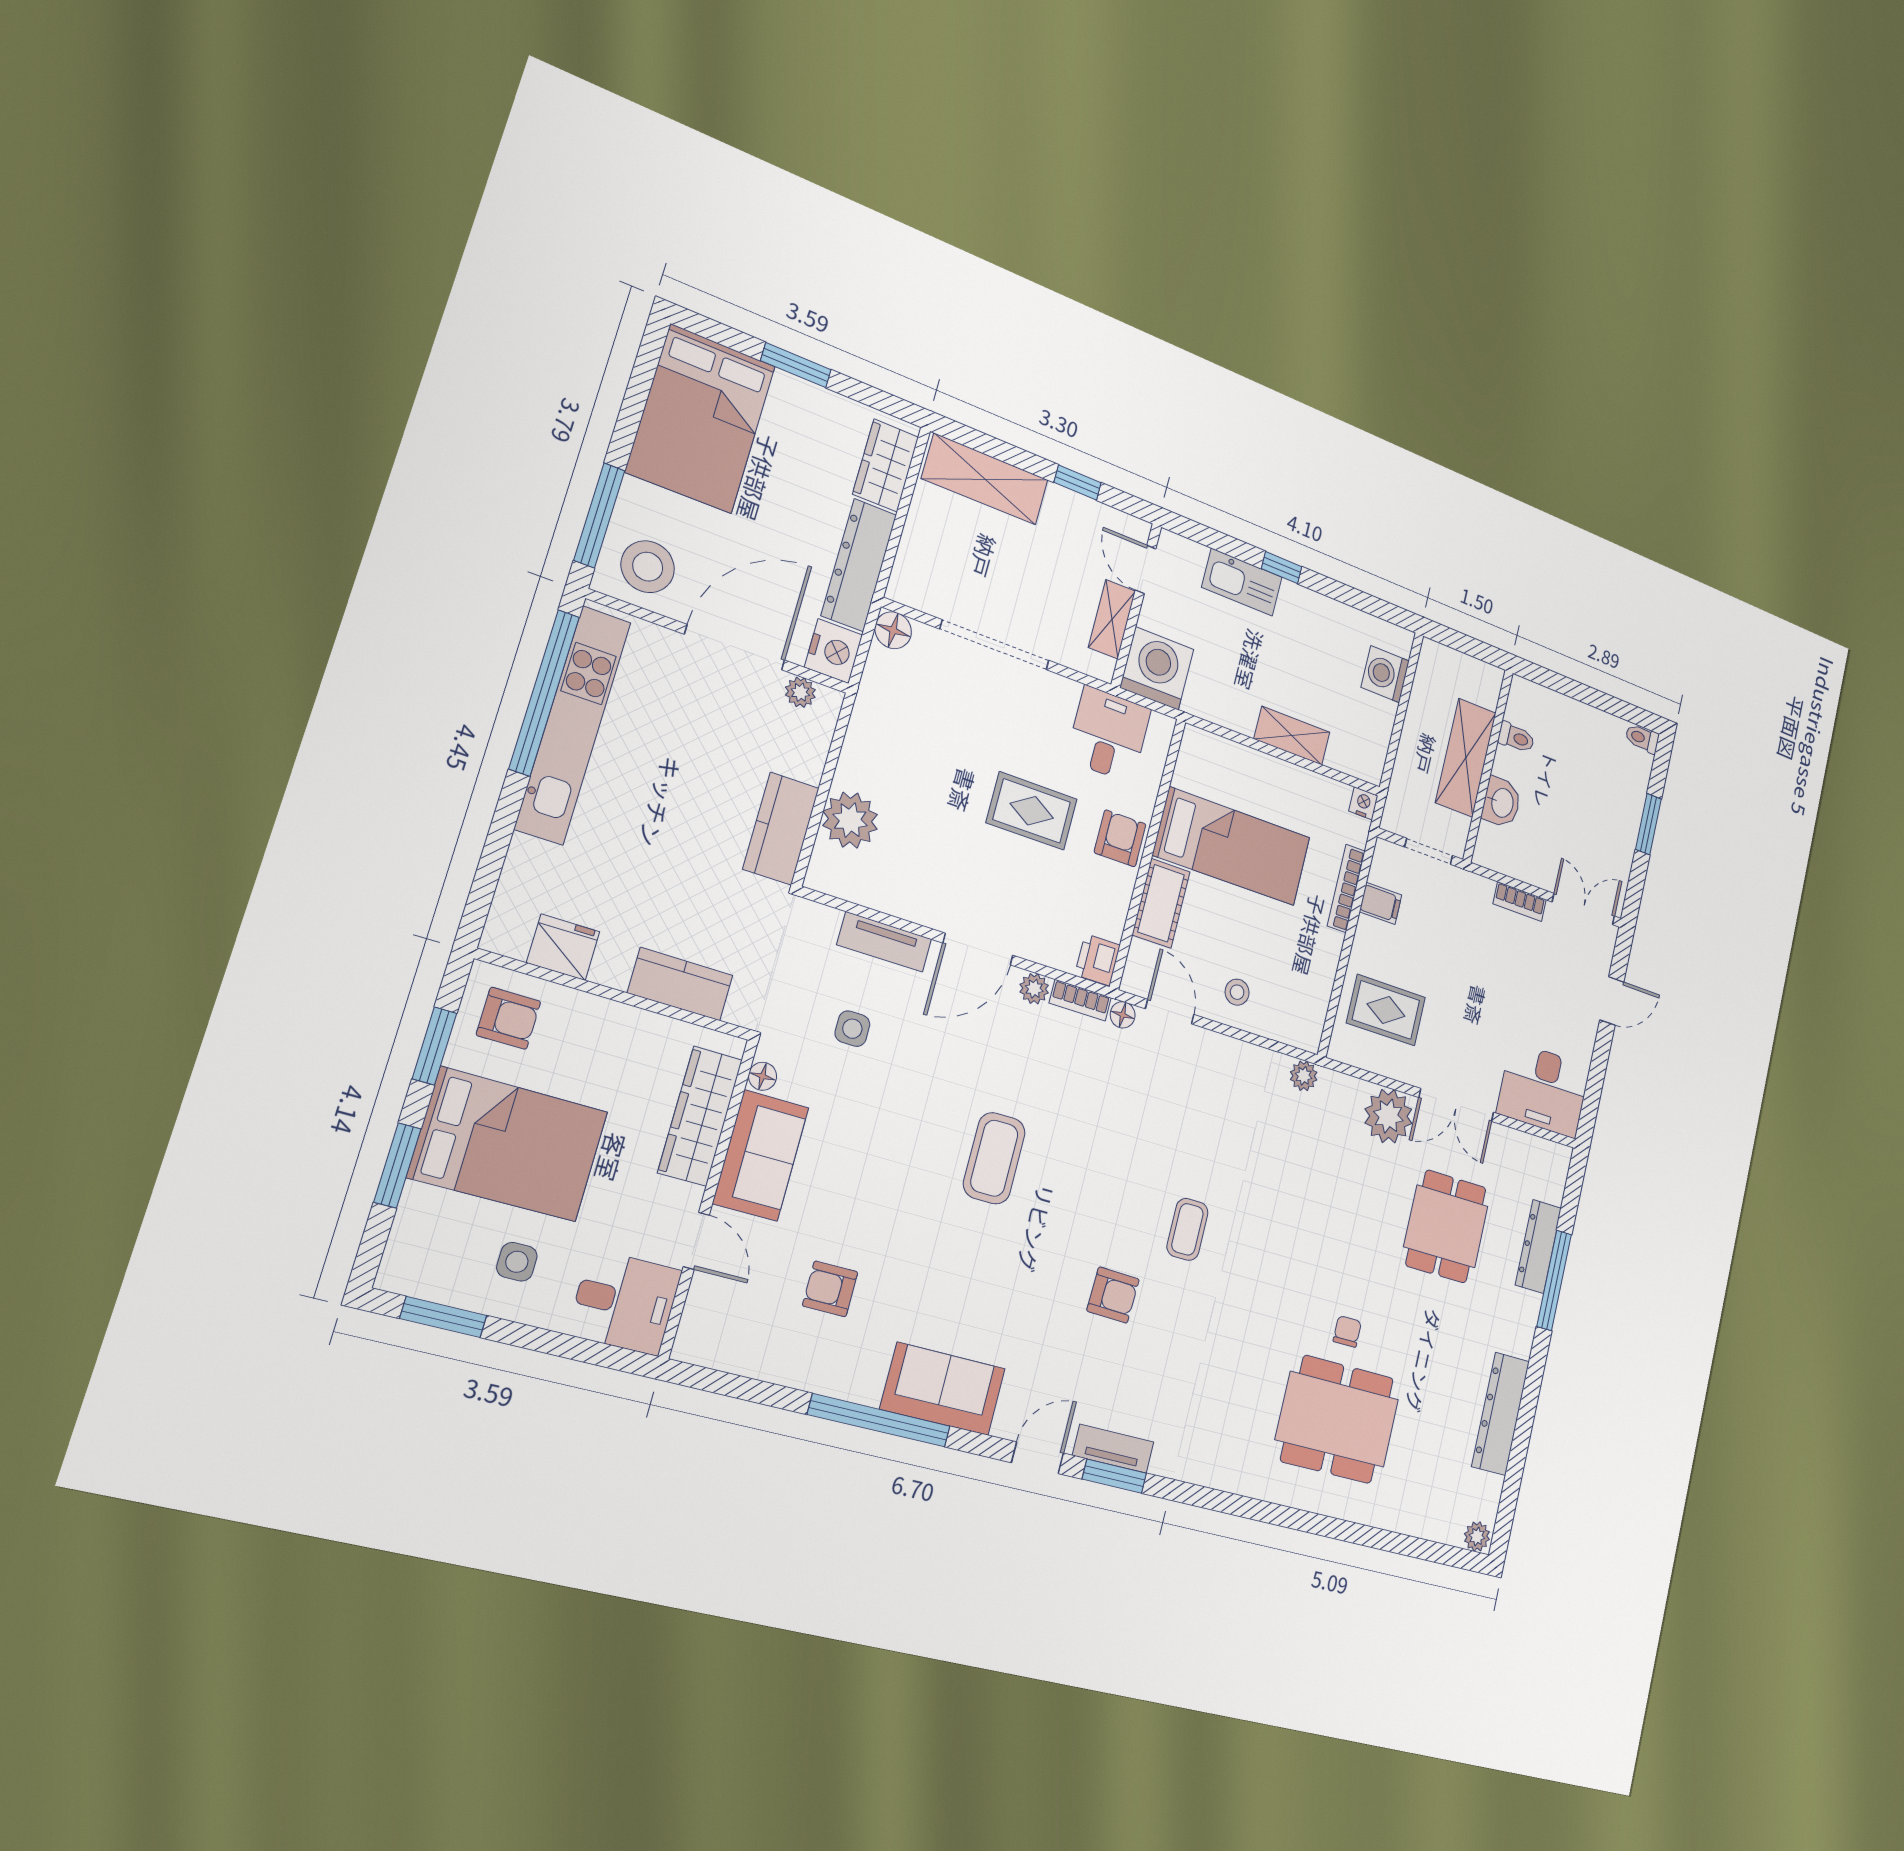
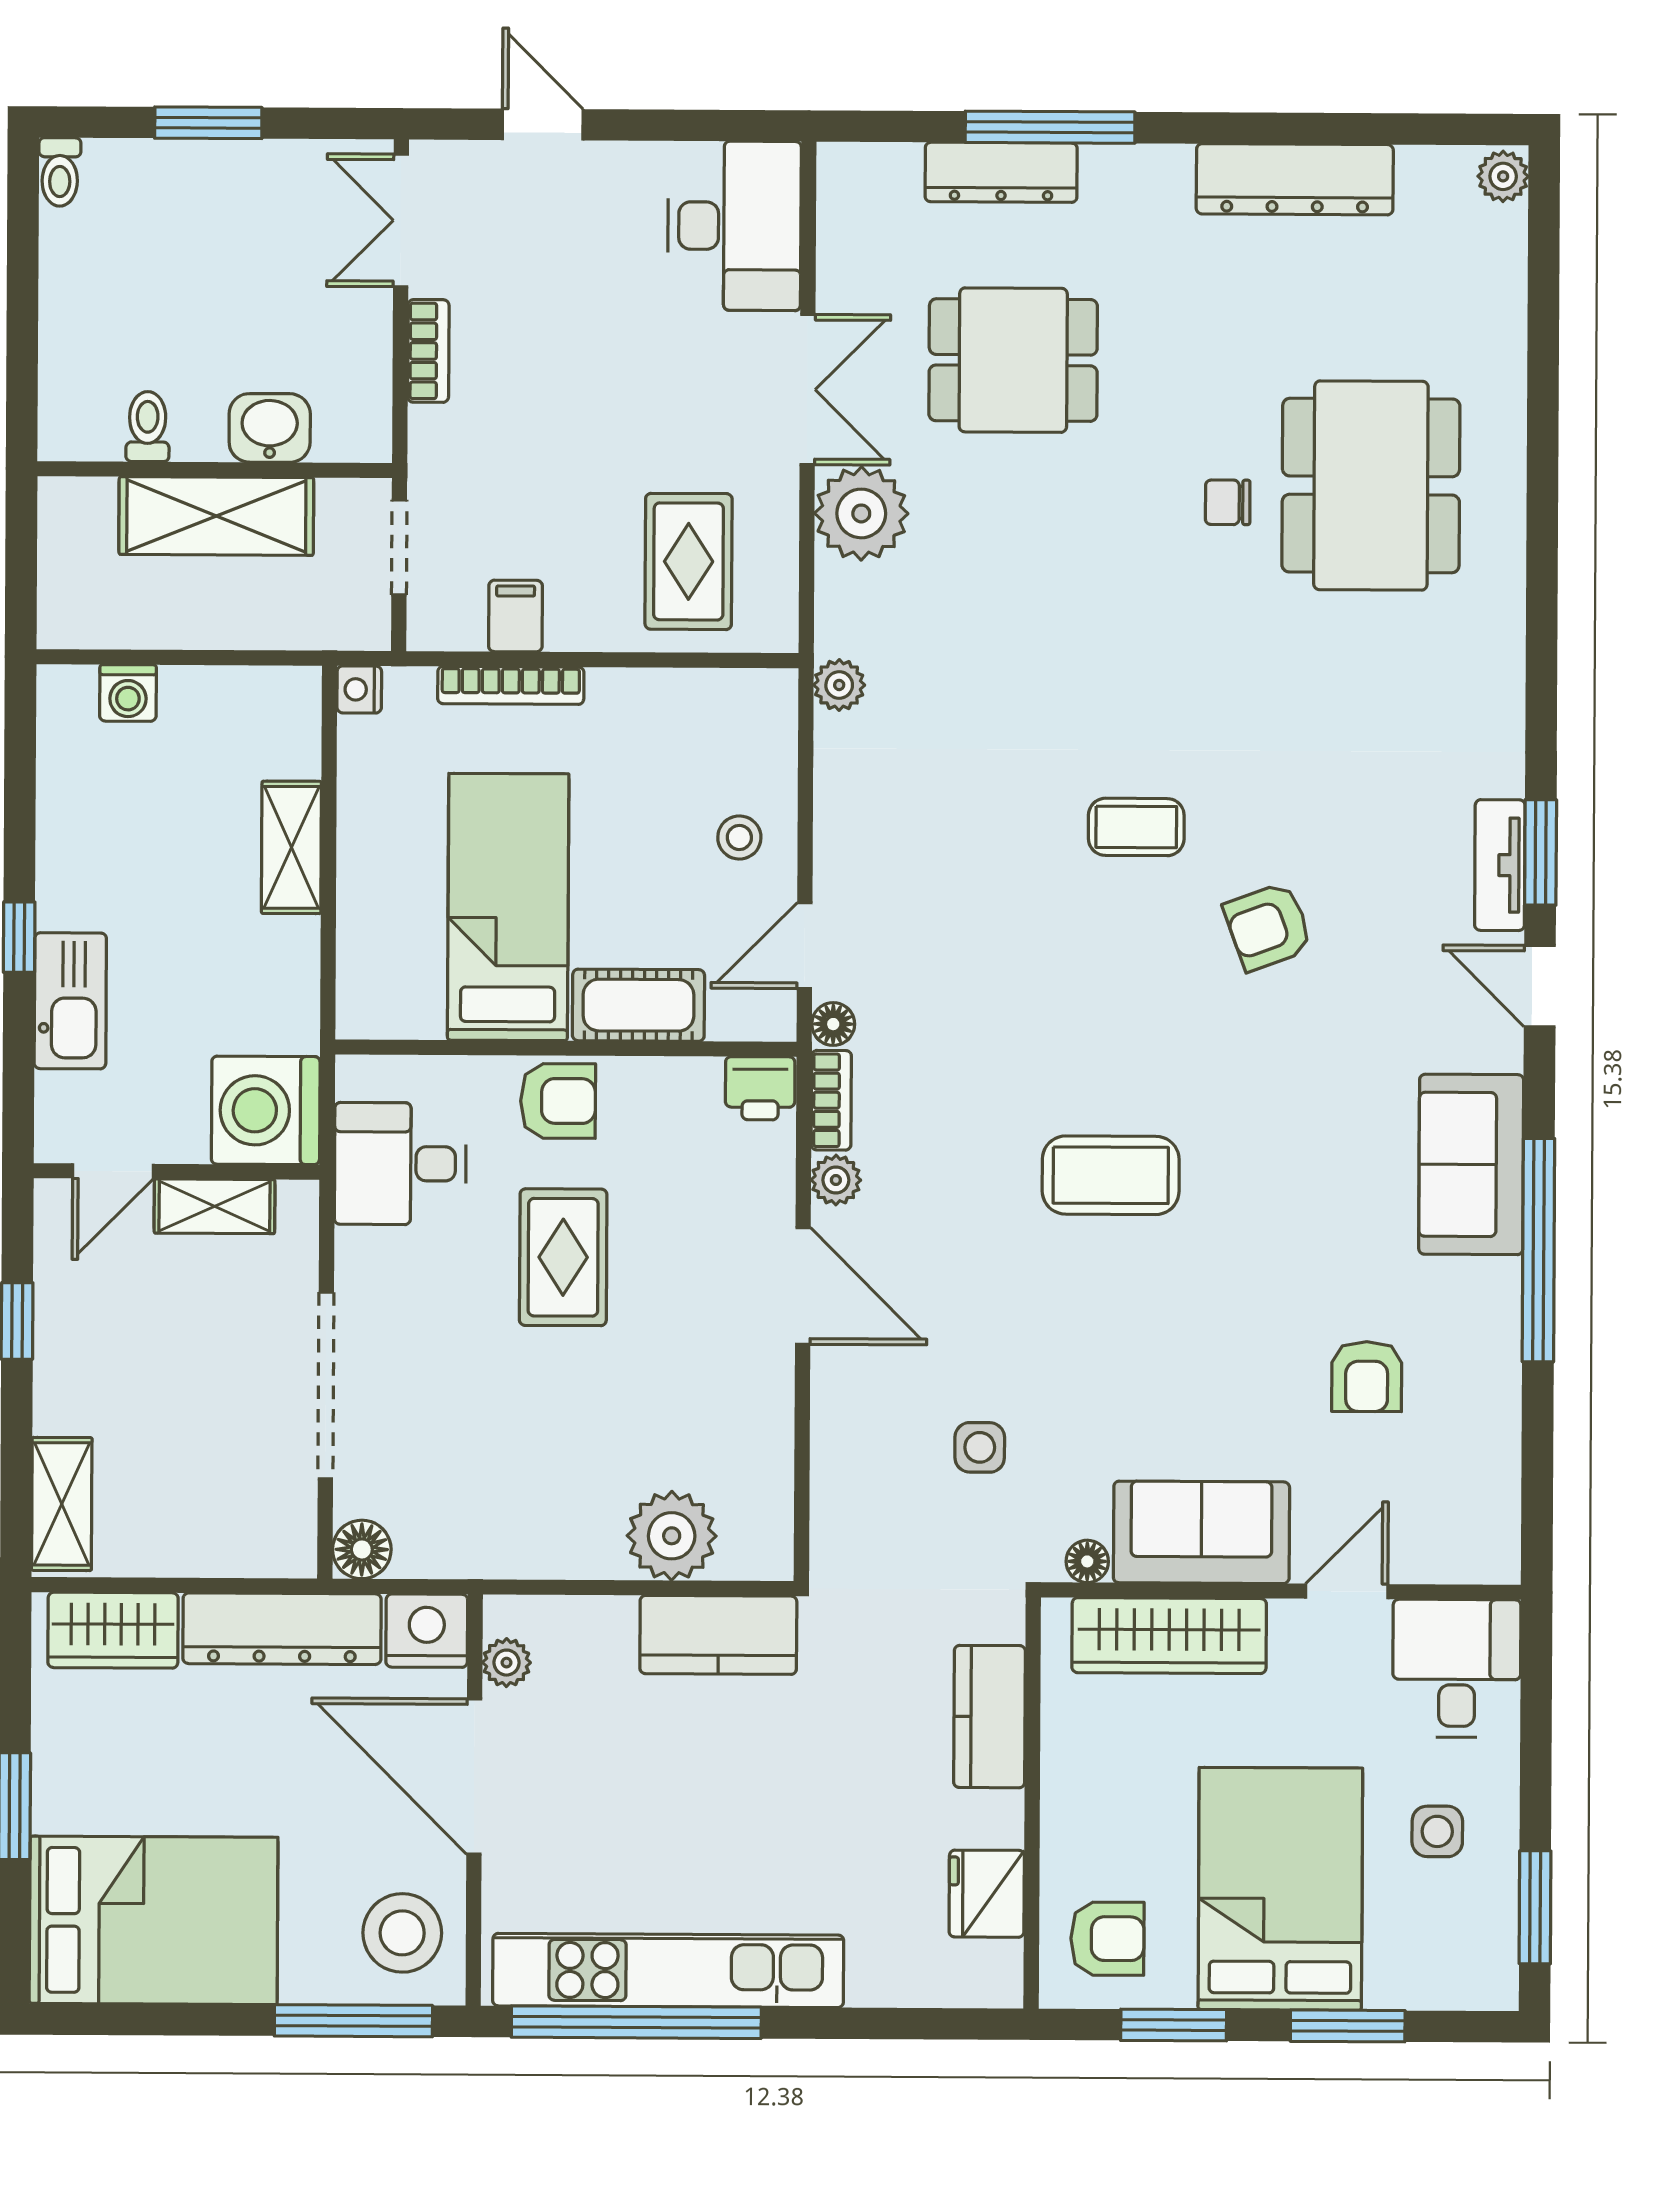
shelving: (985, 479) -> (62, 1504), width x0.67, depth x0.75
washing machine: (1385, 674) -> (128, 693), width x0.73, depth x0.73
armchair: (1120, 838) -> (558, 1101), turned 180
tv unit: (884, 942) -> (837, 1434), removed
armchair: (509, 1018) -> (1107, 1939), turned 90
armchair: (1113, 1295) -> (1268, 927), turned -112

